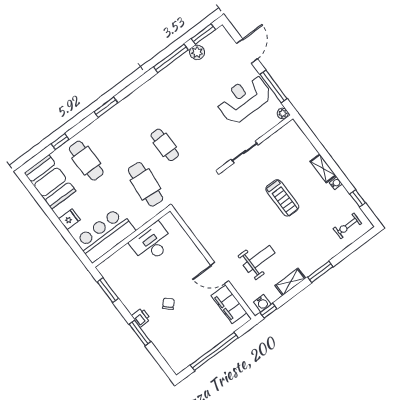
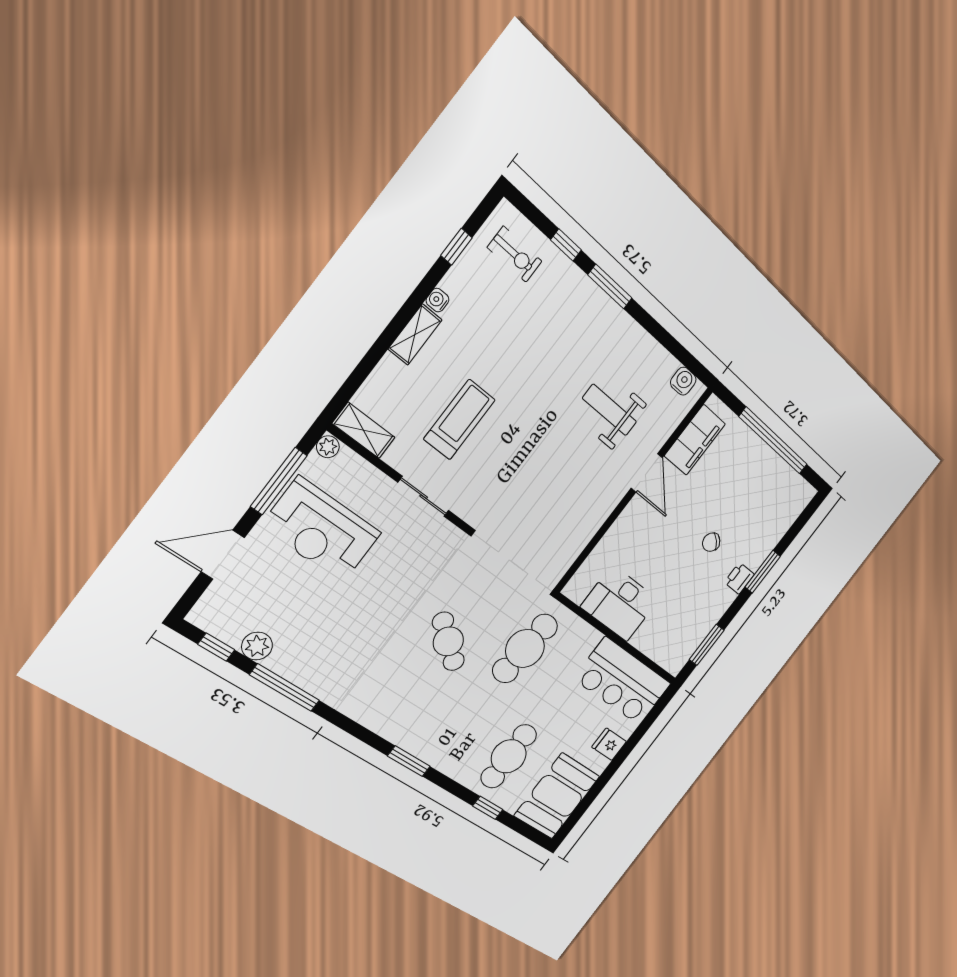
window: (203, 34) -> (216, 647), width x0.67
cafe table: (165, 145) -> (448, 641), turned -53
treadmill: (282, 198) -> (459, 420), moved
shelving: (290, 282) -> (364, 430), moved
window: (268, 311) -> (566, 245), moved

